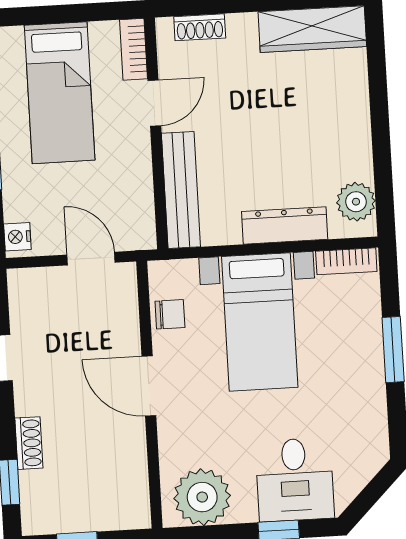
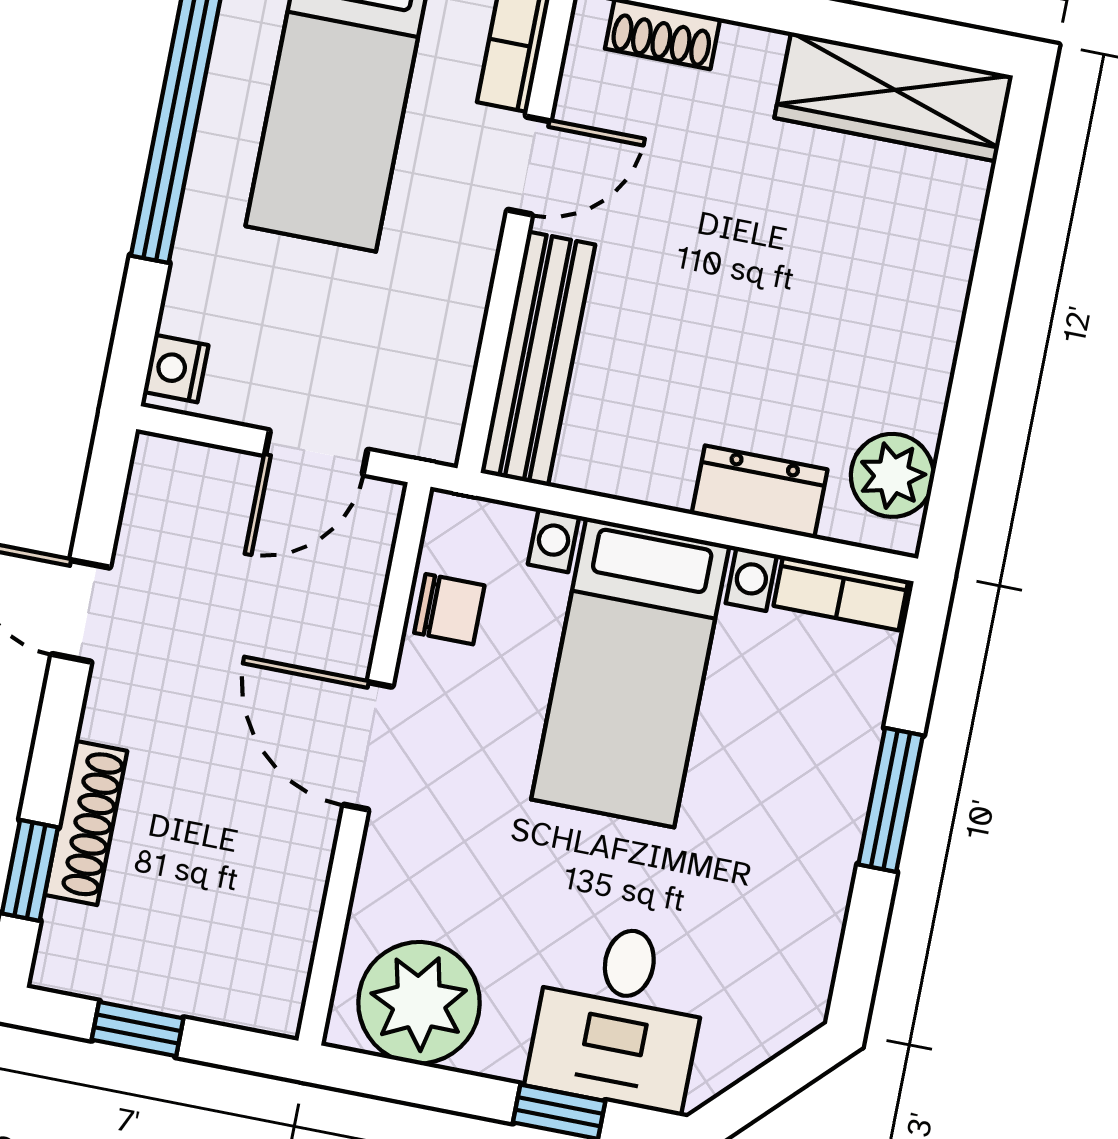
dresser: (285, 225) -> (759, 492), width x0.70
door: (91, 259) -> (316, 452), swing flipped
shoe rack: (29, 443) -> (86, 823), width x1.43

